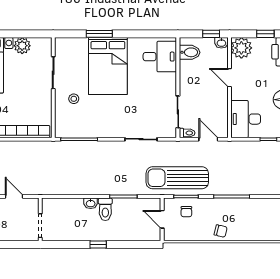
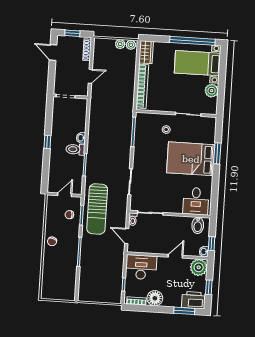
door: (208, 139) -> (127, 236), swing flipped
sun lounger: (177, 178) -> (97, 209), turned 180

